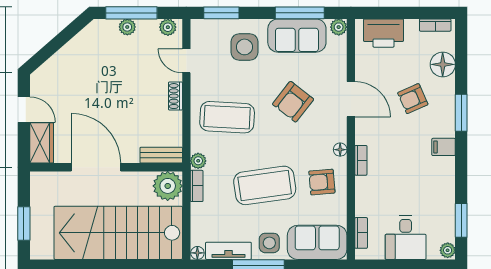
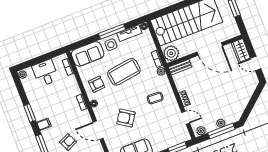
side table: (244, 47) -> (160, 136), removed
armchair: (293, 102) -> (126, 118), turned -95
coffee table: (227, 117) -> (155, 98), width x0.54, depth x0.58
window: (461, 220) -> (30, 113), moved

